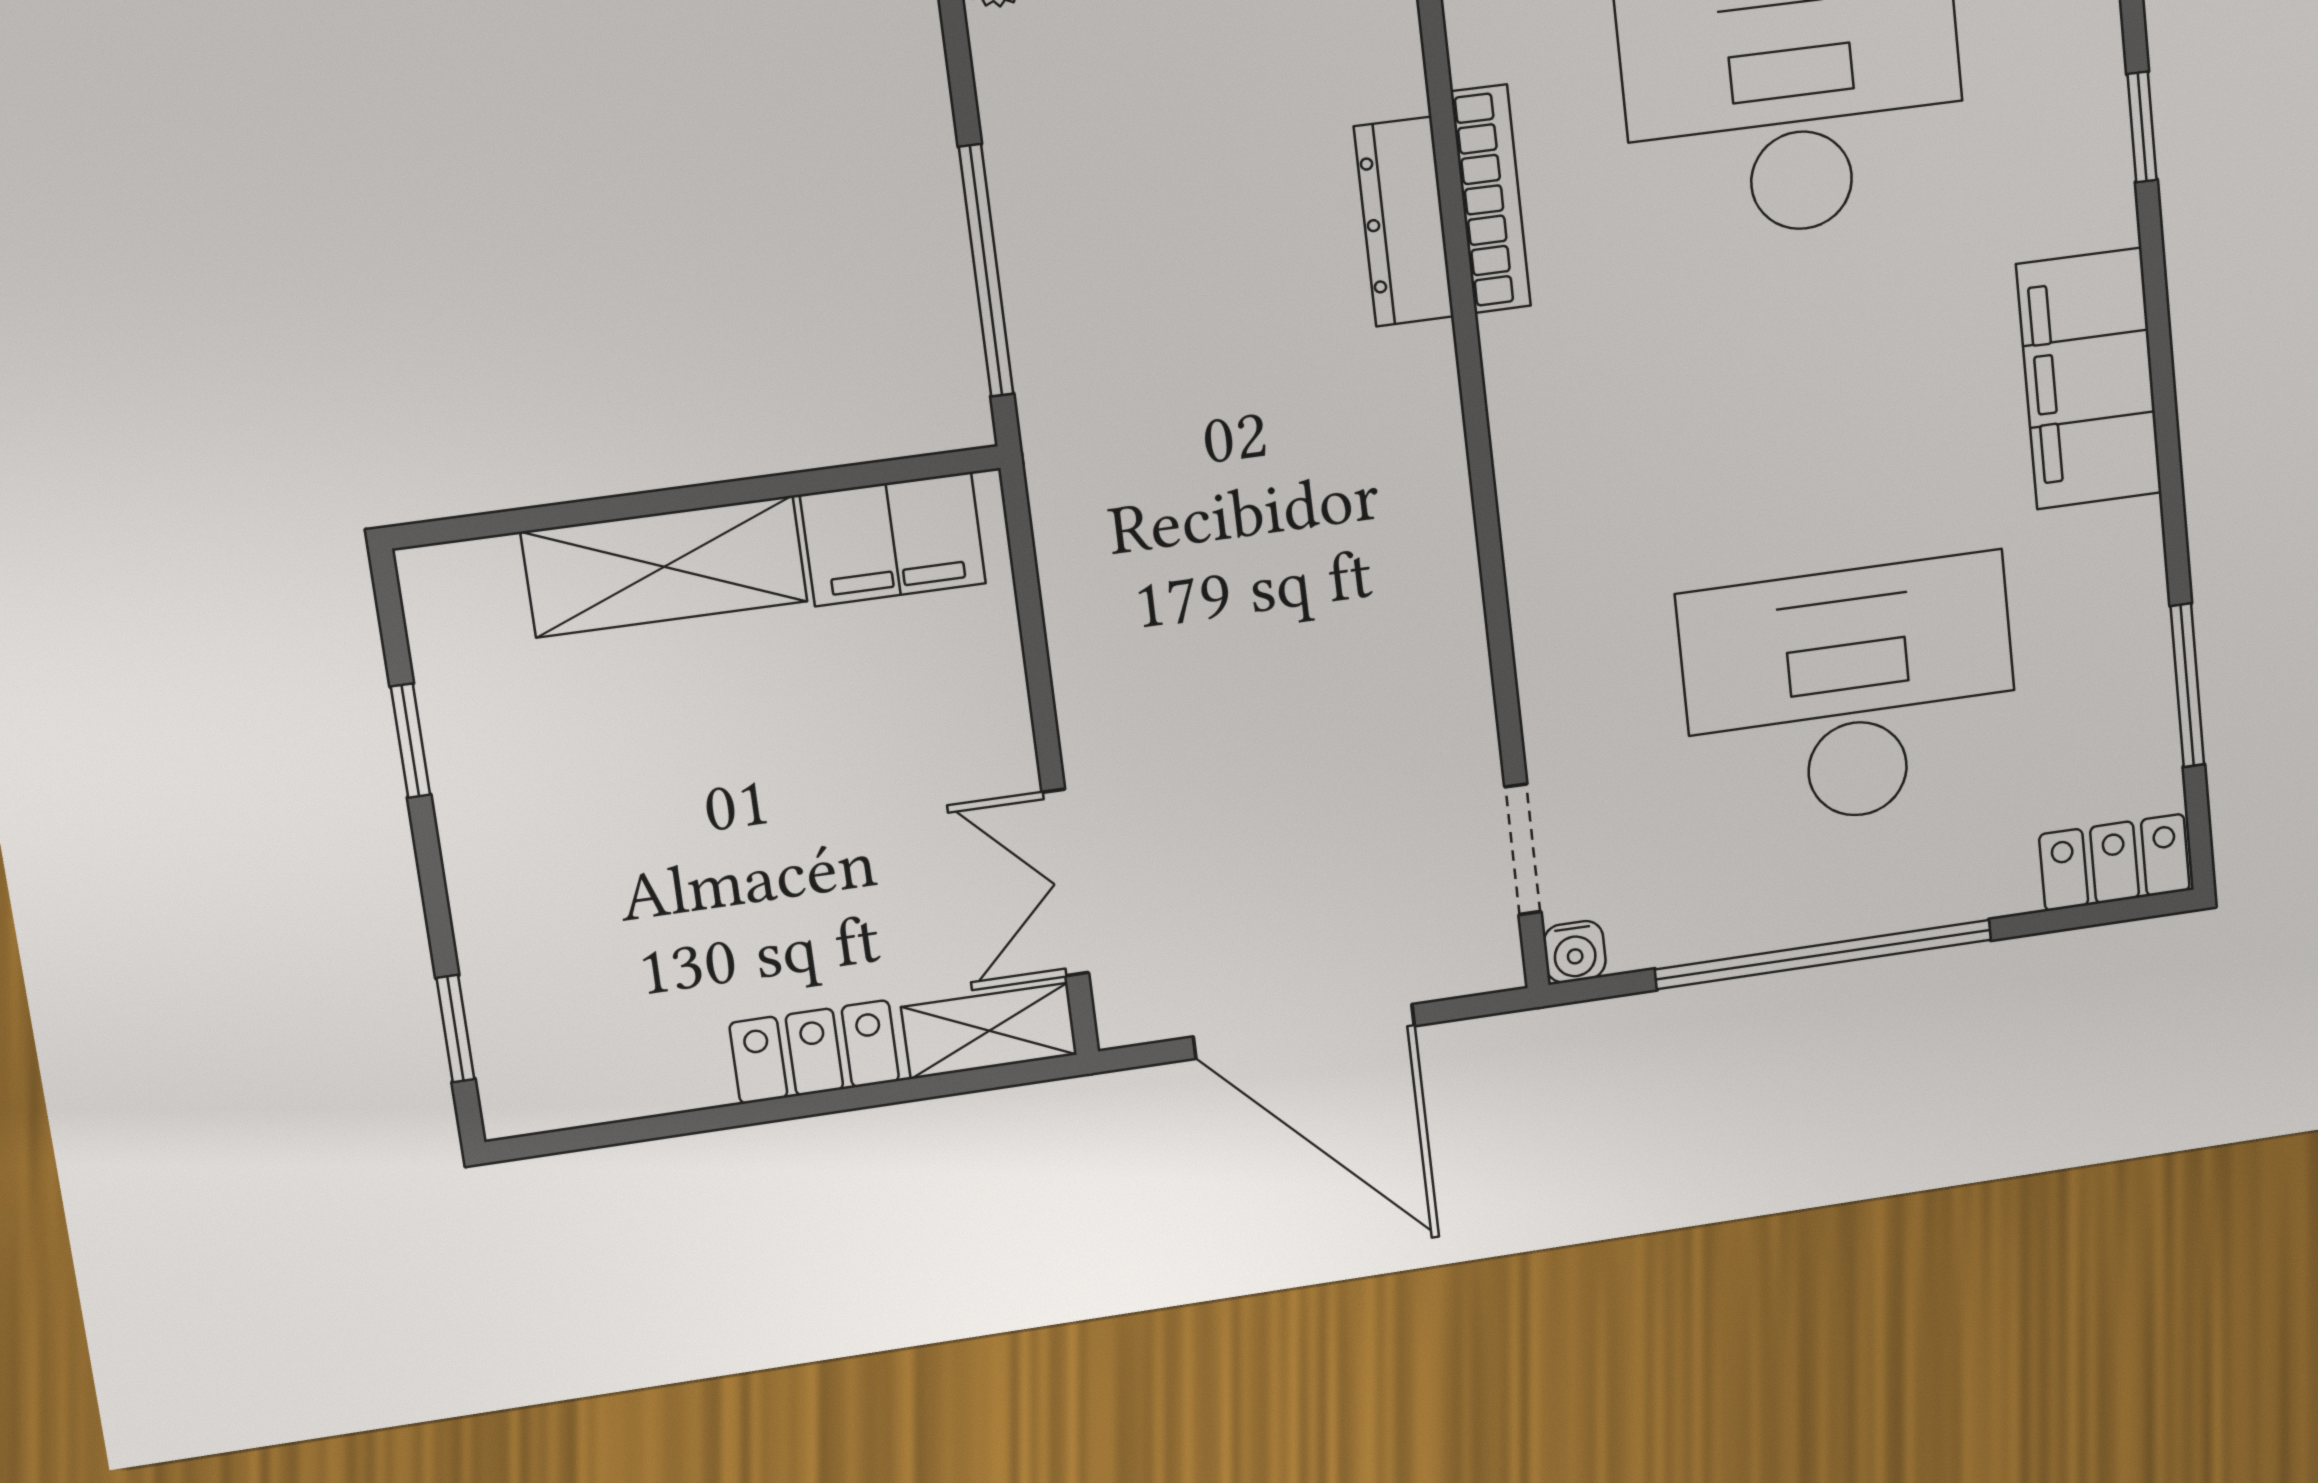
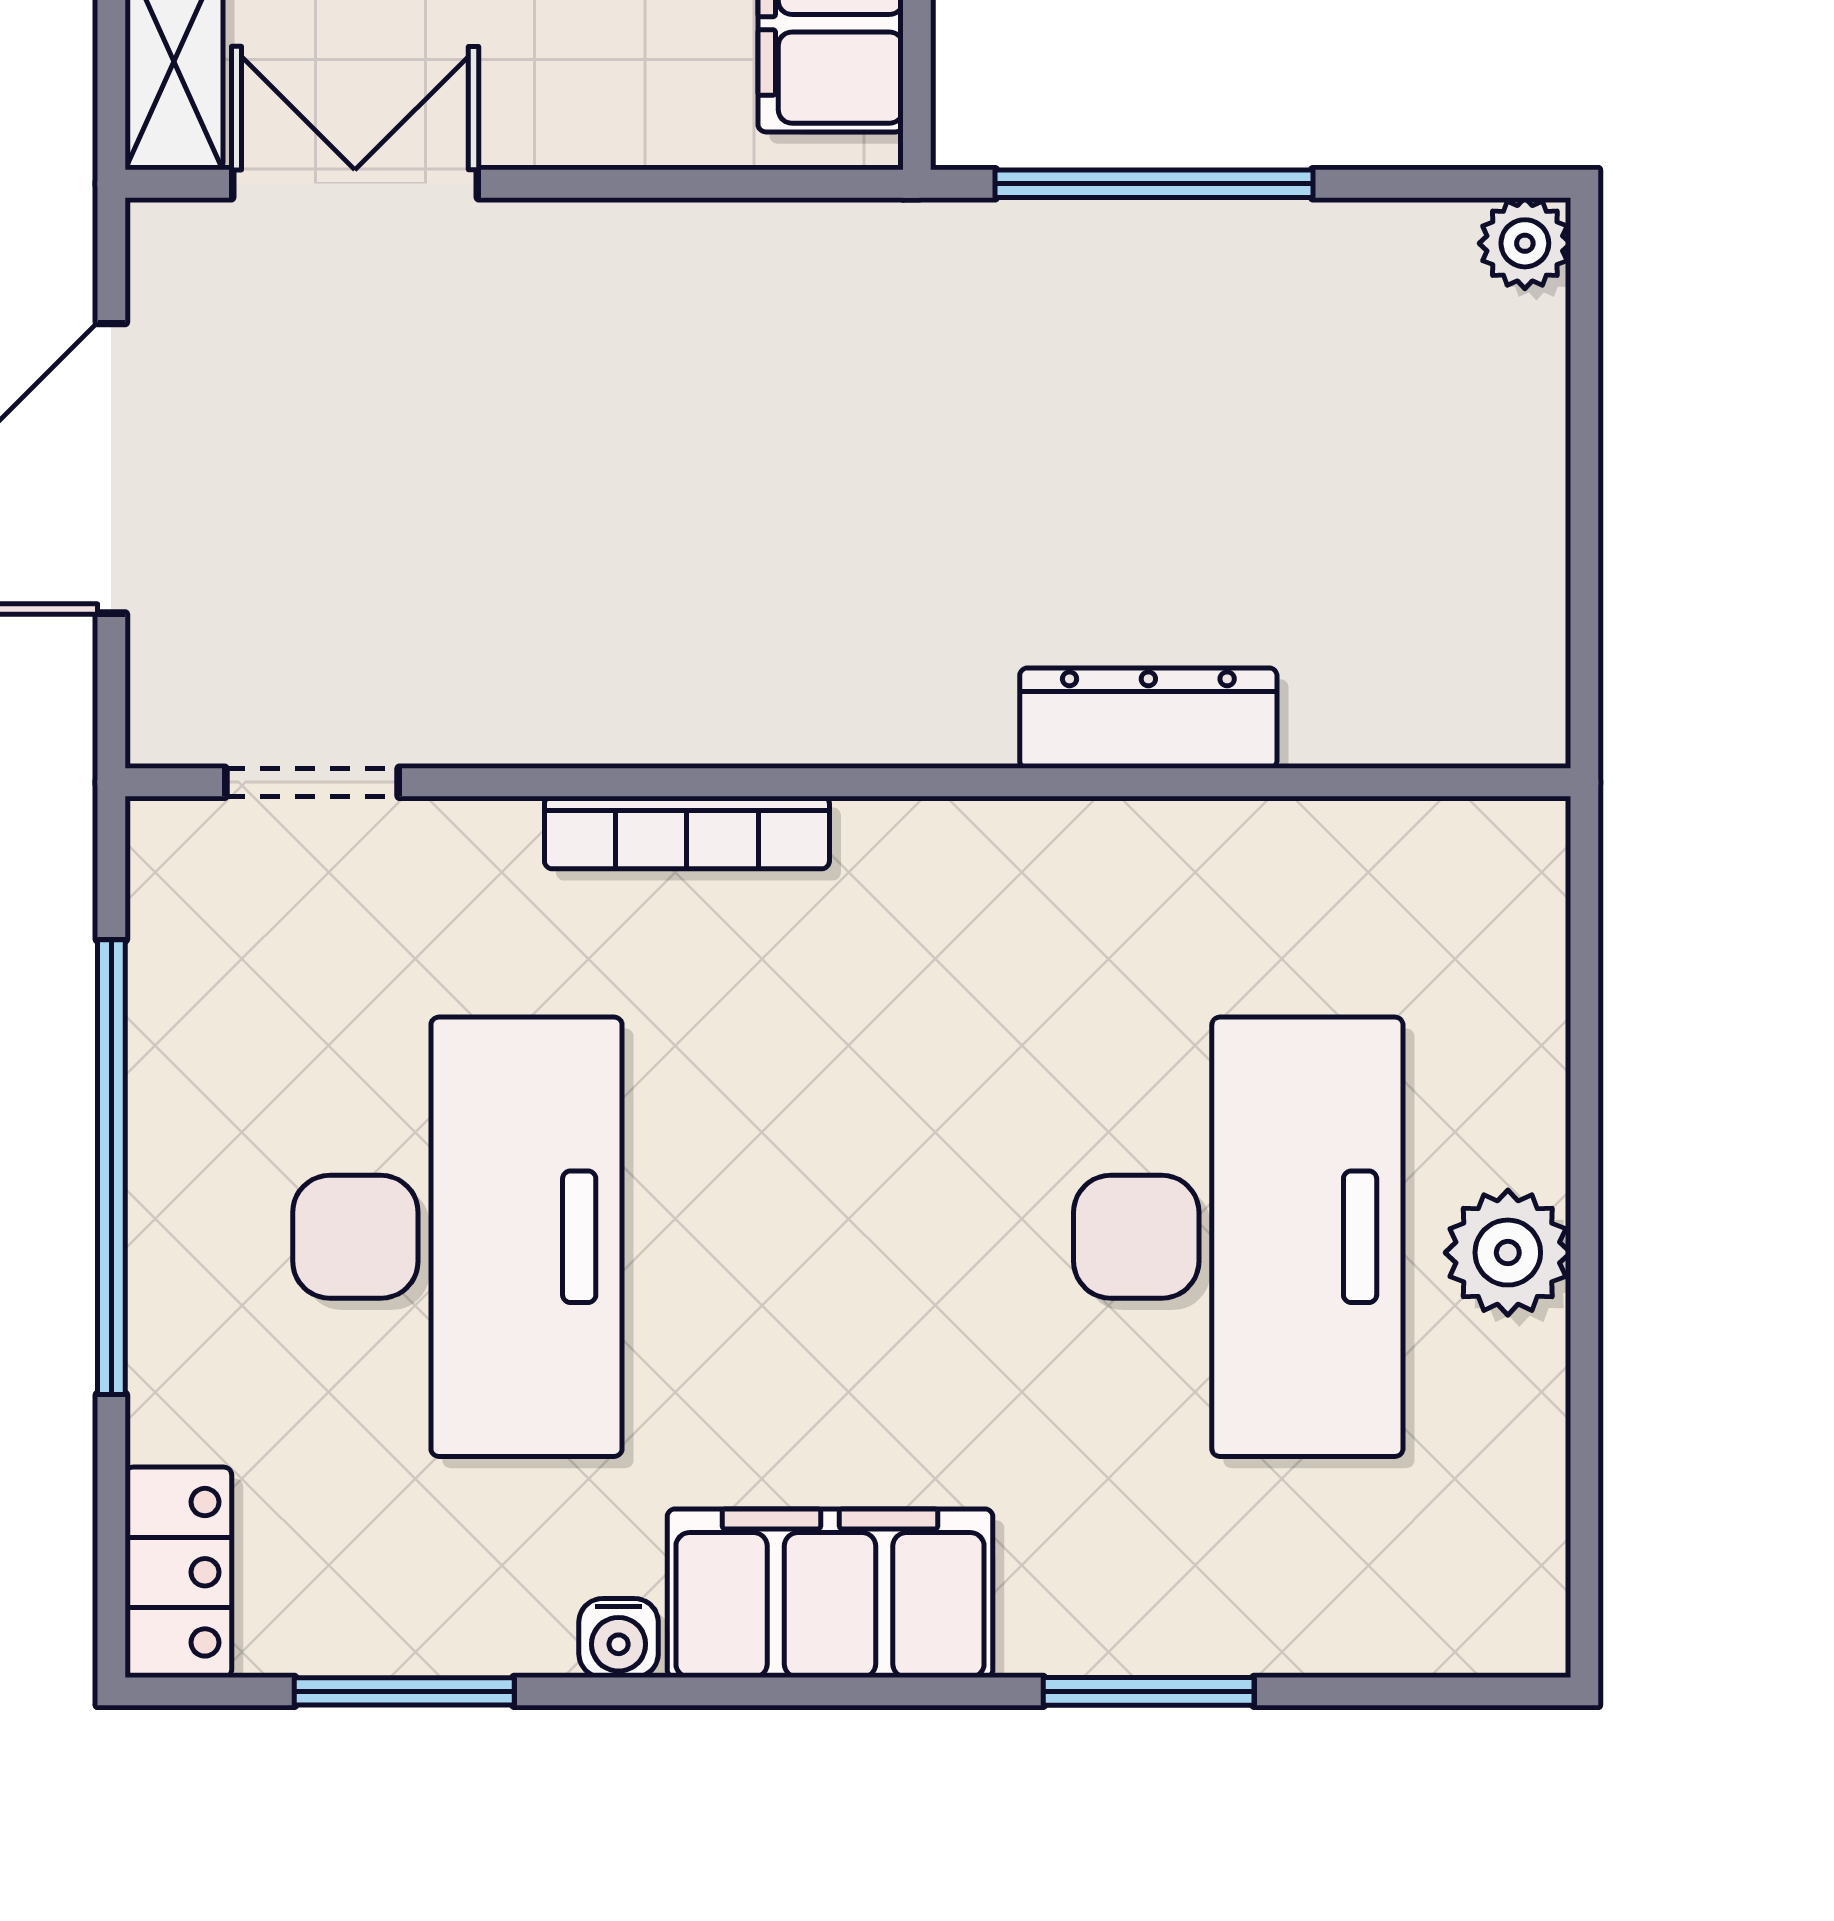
window: (2142, 127) -> (1149, 1691), width x1.50
bookcase: (1491, 199) -> (687, 832), moved
water cooler: (1575, 952) -> (619, 1638), moved, turned -90

